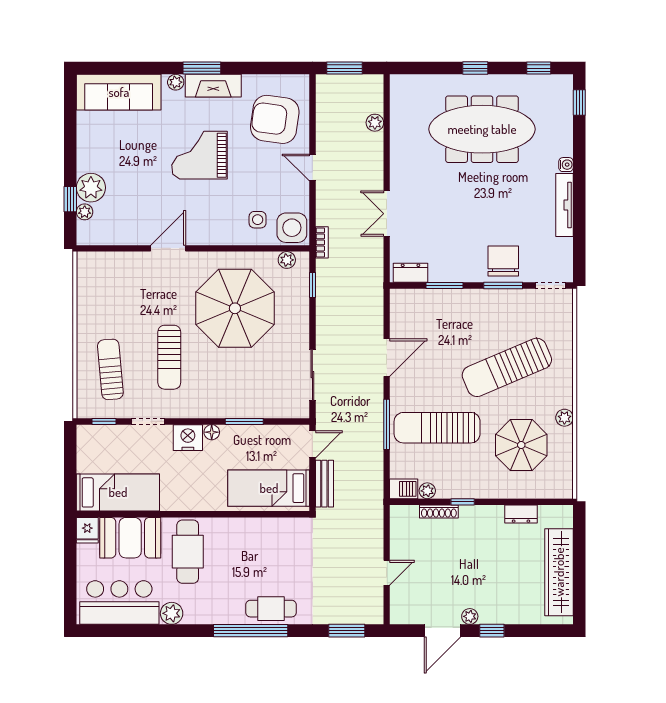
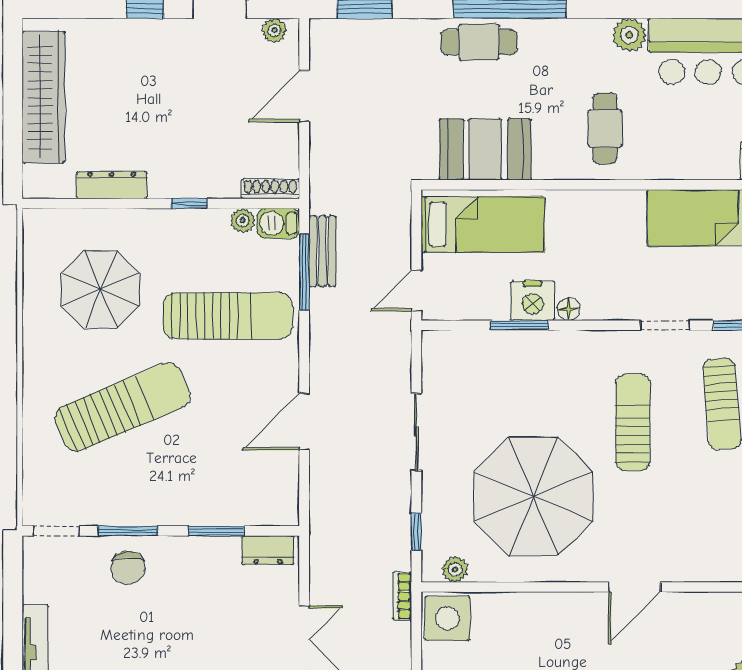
side table: (258, 220) -> (499, 630), removed
chair: (503, 261) -> (128, 568), width x0.73, depth x0.73
sliding door: (312, 375) -> (416, 432), moved
plant: (564, 418) -> (35, 331), removed
window: (387, 424) -> (304, 272), moved
nightstand: (188, 438) -> (533, 301), moved
bench: (324, 484) -> (322, 251), moved
shoe rack: (439, 512) -> (270, 189), moved
dresser: (521, 514) -> (112, 185), width x1.44
booth: (130, 538) -> (485, 149), moved
cafe table: (188, 552) -> (605, 128), width x0.73, depth x0.74
door: (387, 573) -> (304, 96), width x1.38
plant: (470, 616) -> (274, 30), moved

